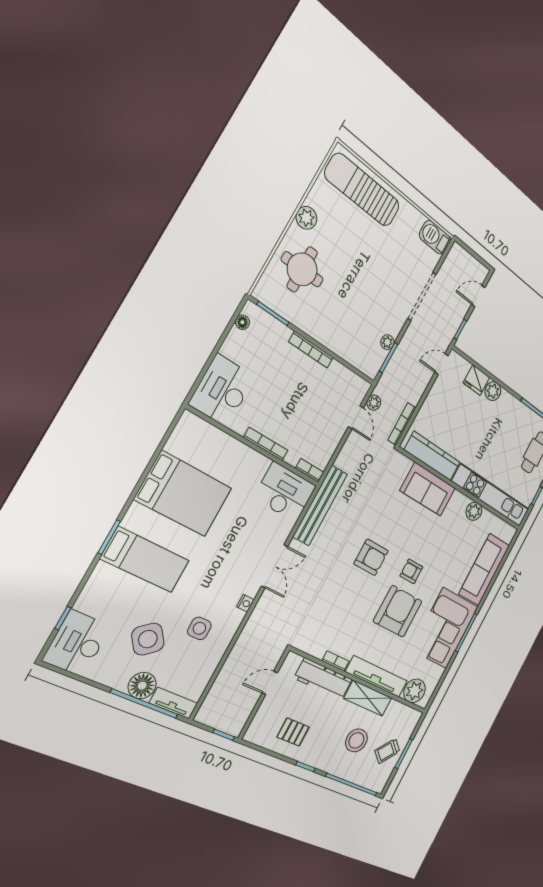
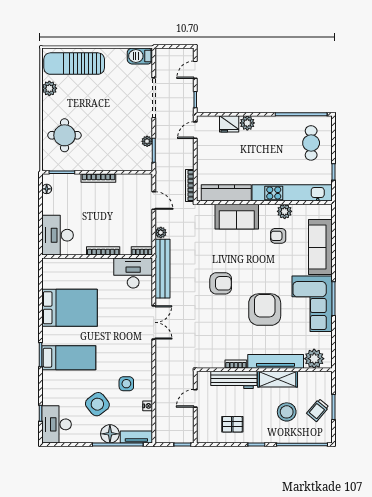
plant: (306, 218) -> (49, 88), moved
plant: (374, 403) -> (161, 233), moved
armchair: (411, 571) -> (278, 236), moved
nightstand: (245, 603) -> (148, 406), moved

